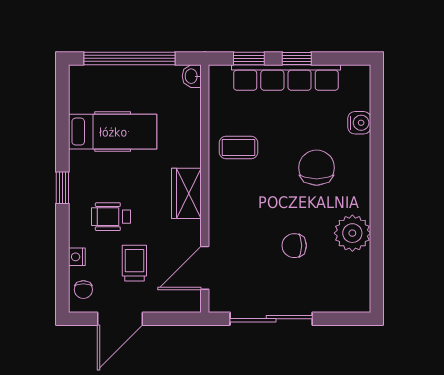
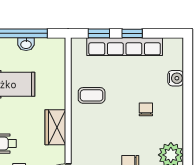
washbasin: (192, 76) -> (26, 44), moved, turned -90
chair: (317, 168) -> (146, 109), width x0.54, depth x0.54

